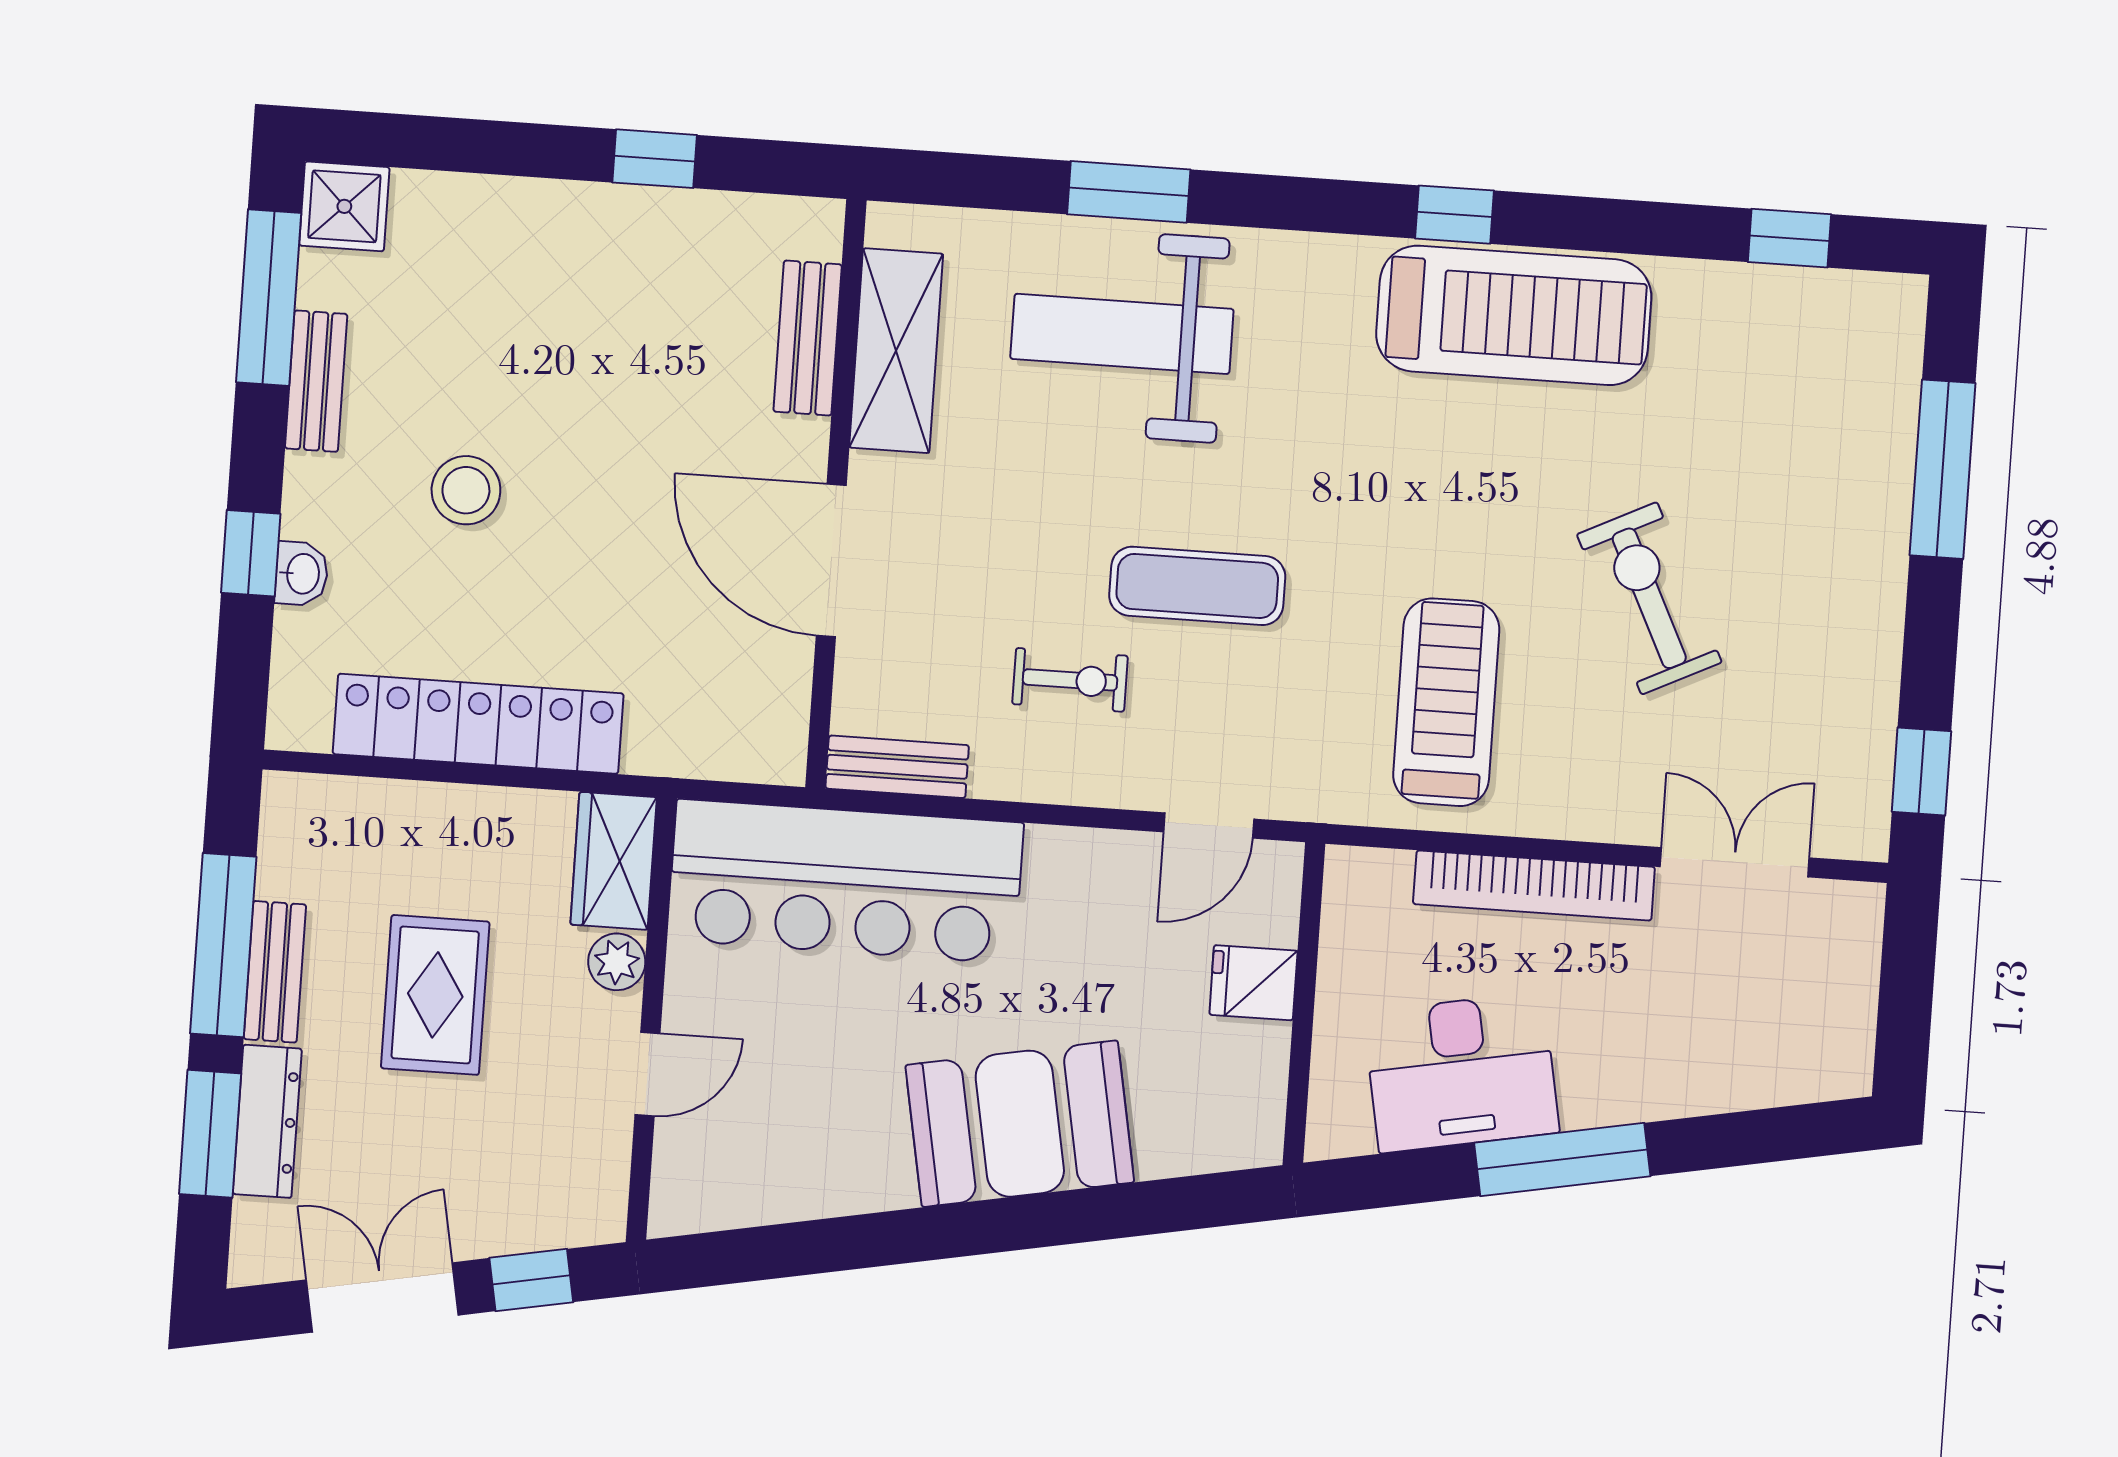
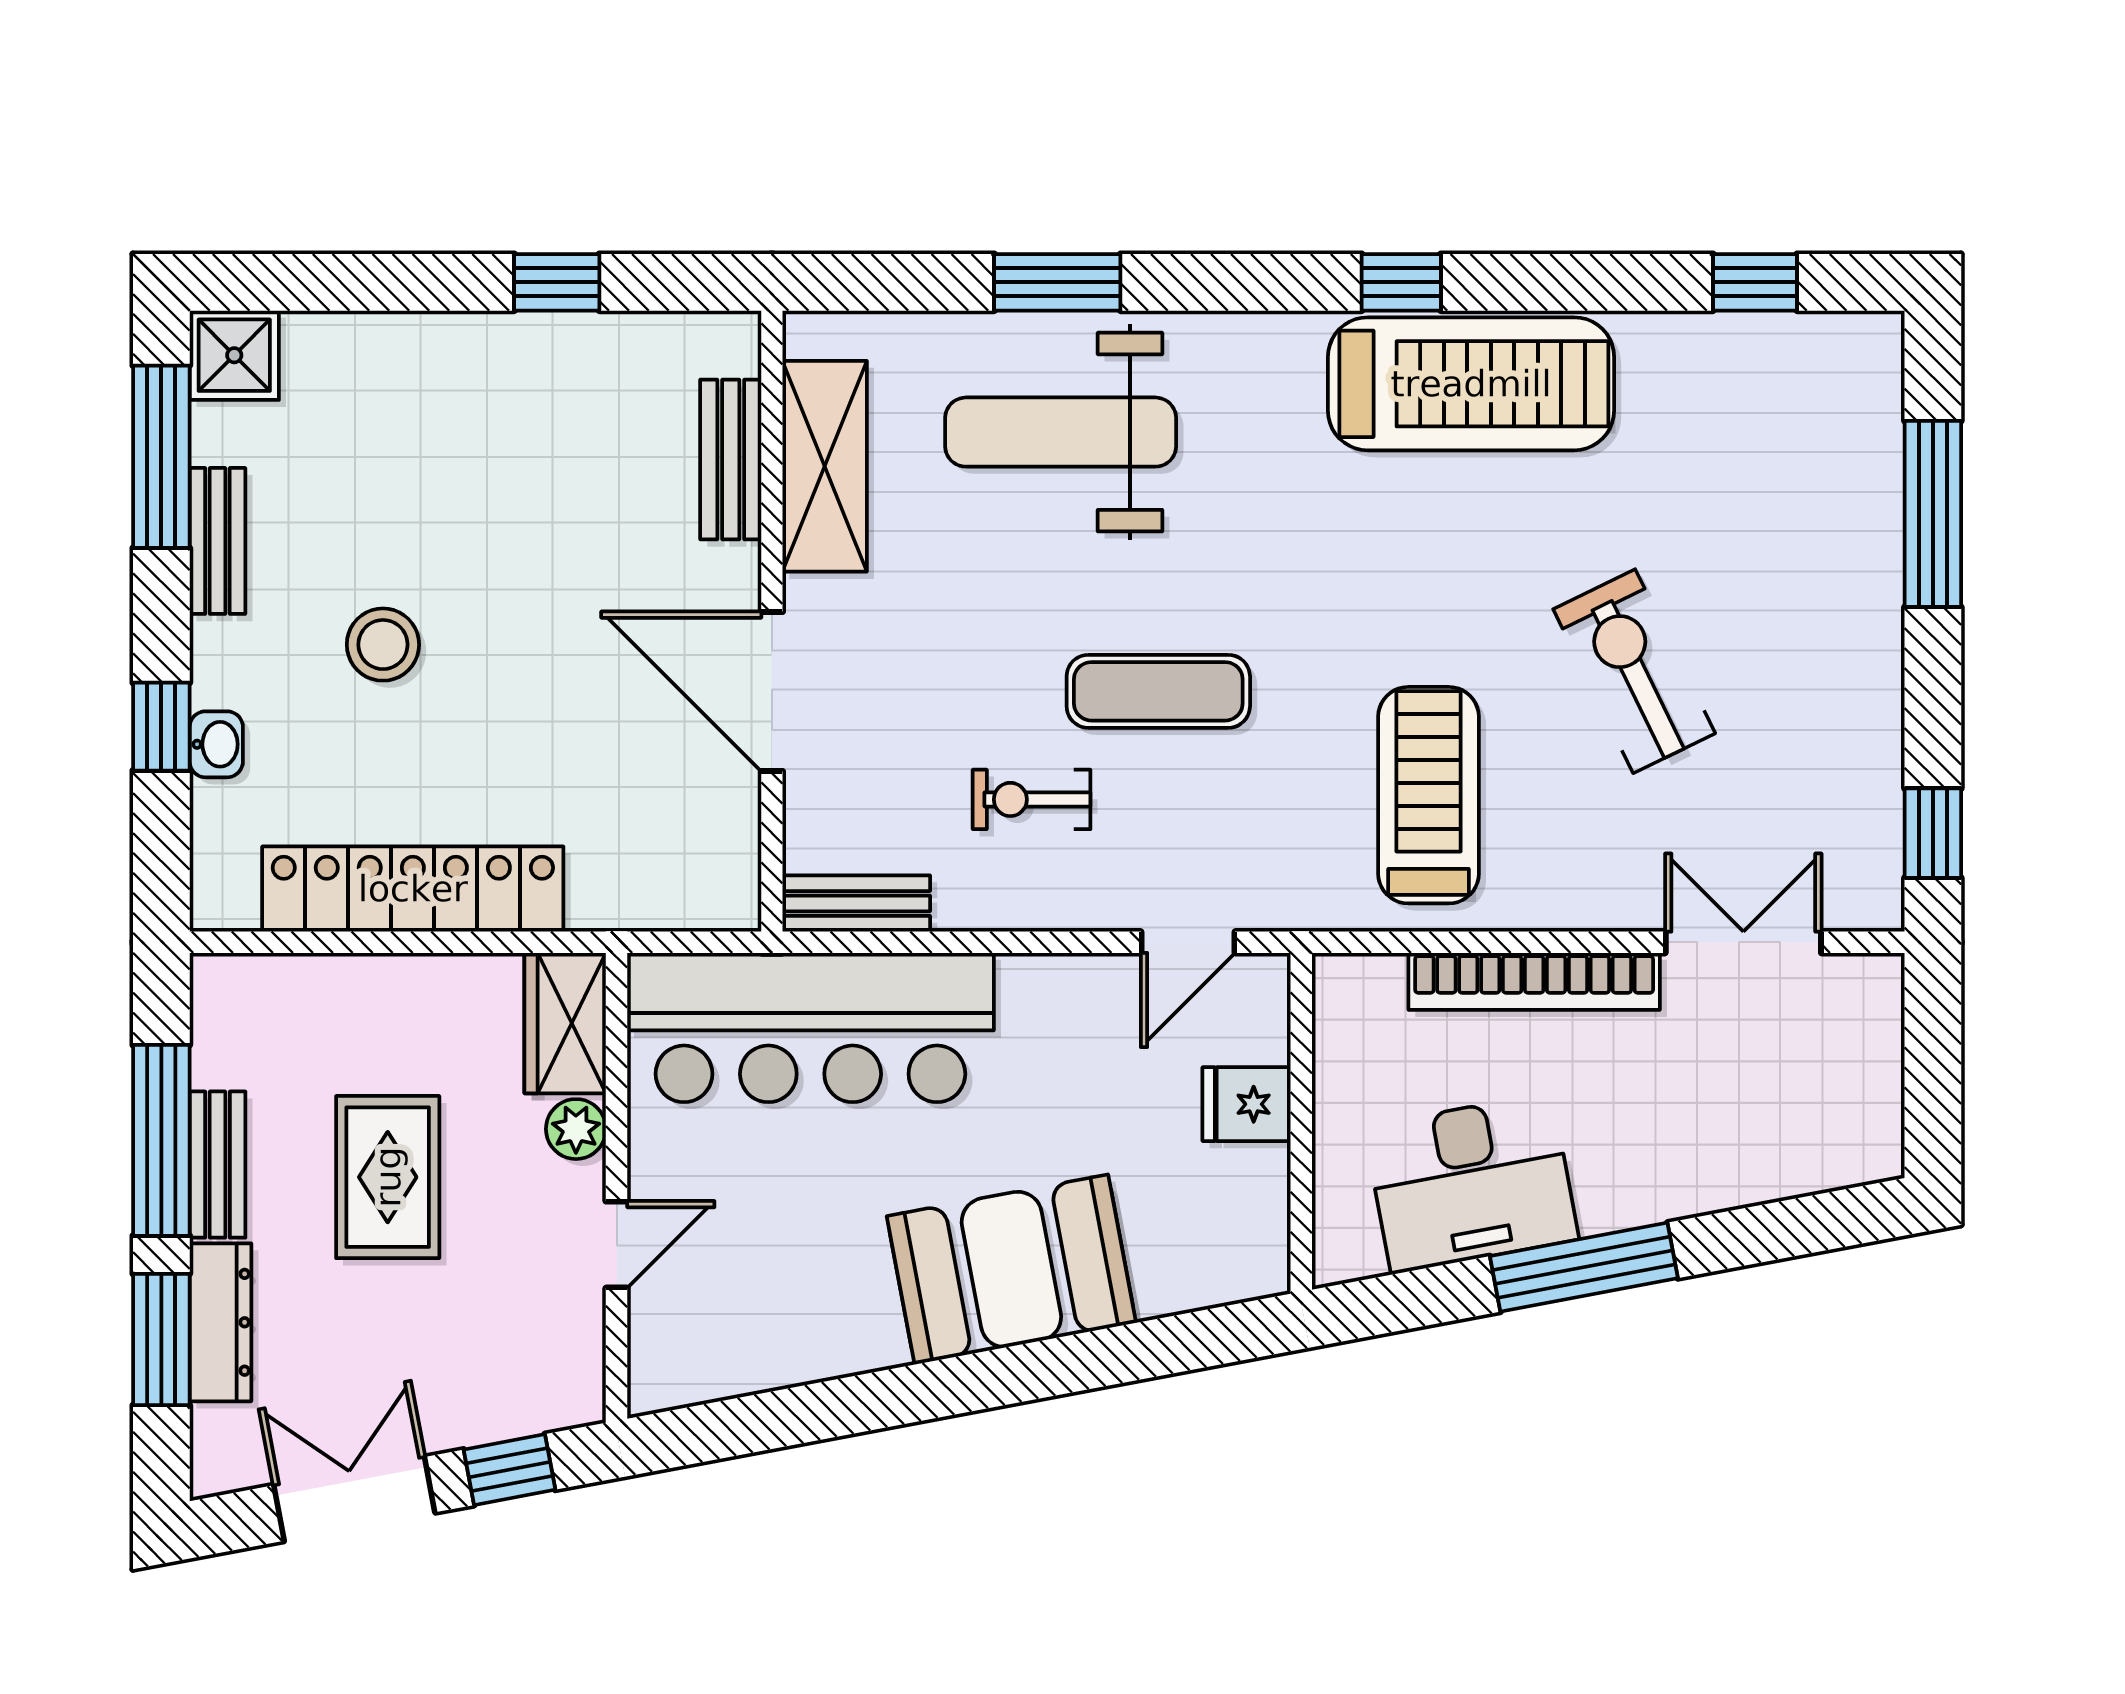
exercise bike: (1070, 680) -> (1032, 799), turned 180

